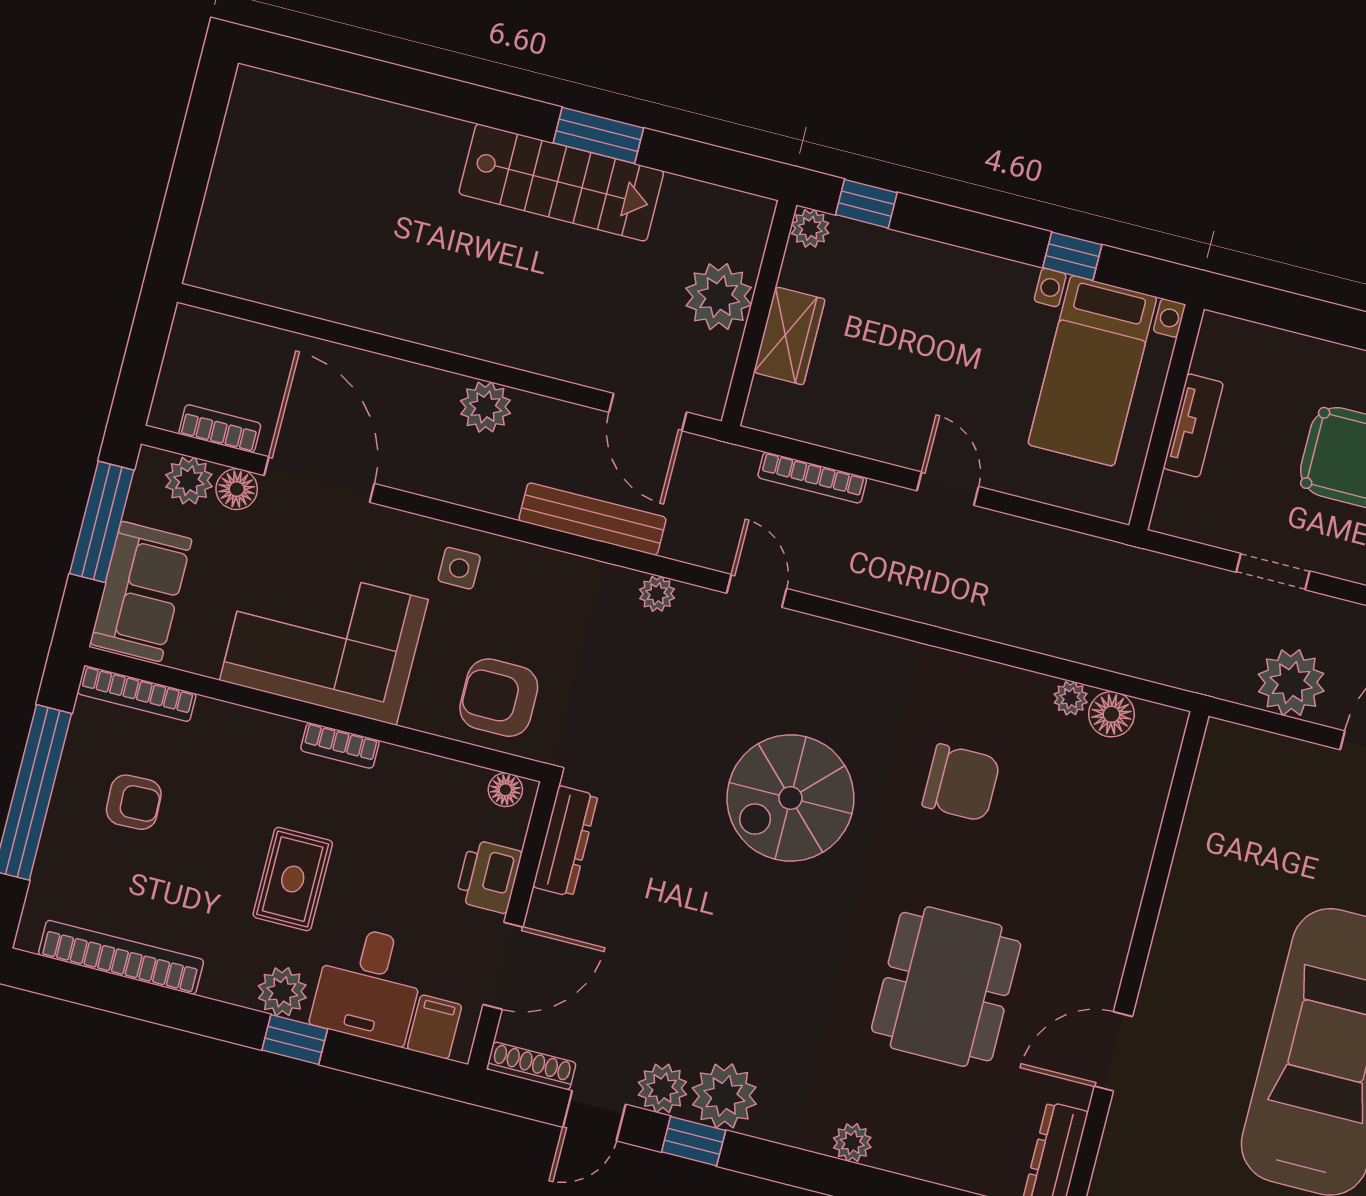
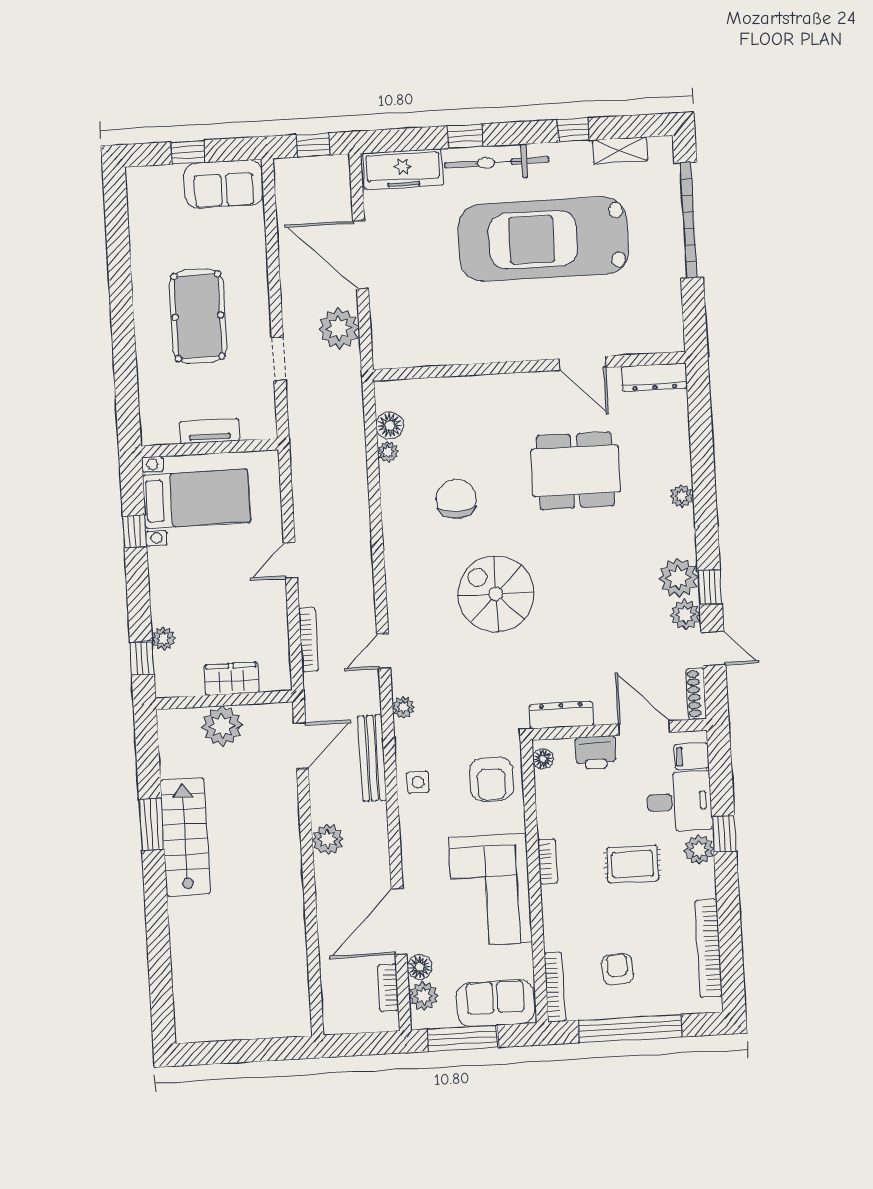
plant: (810, 228) -> (164, 639), moved
side table: (459, 568) -> (418, 782), moved
spiral stairs: (790, 798) -> (496, 594), turned 180

